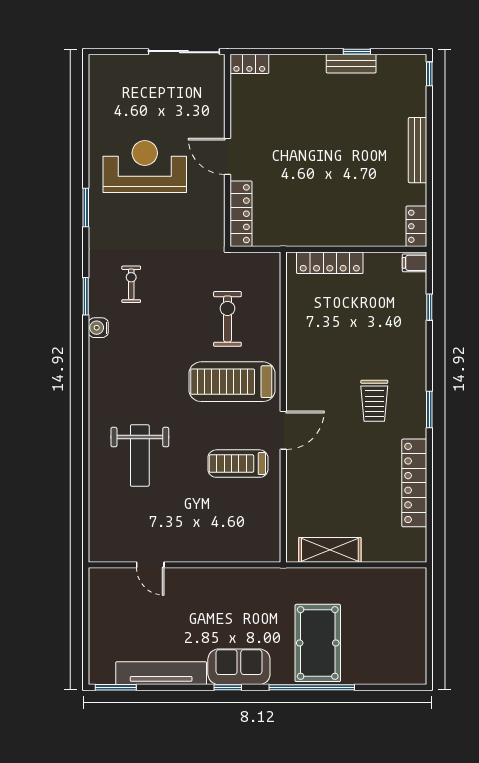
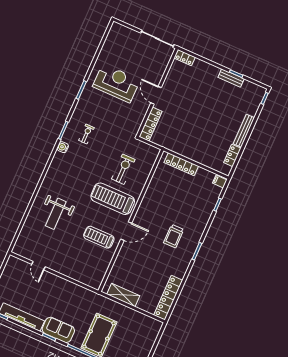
locker: (416, 226) -> (232, 155), moved
locker: (414, 483) -> (168, 298), moved

